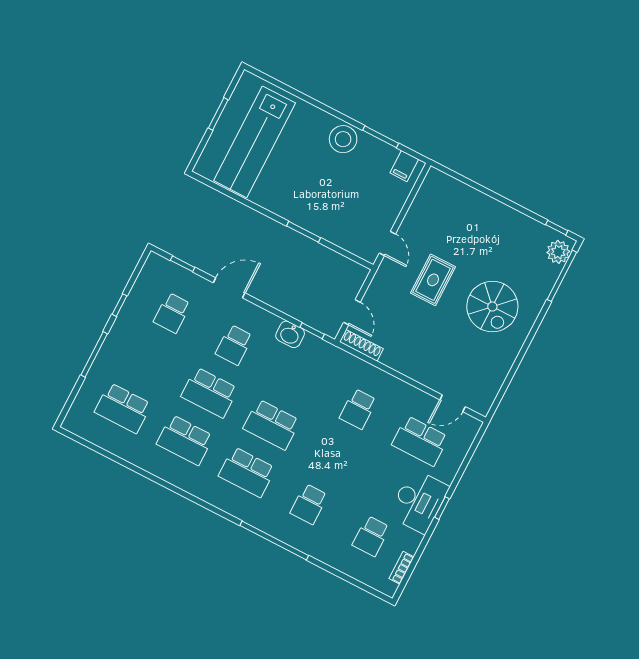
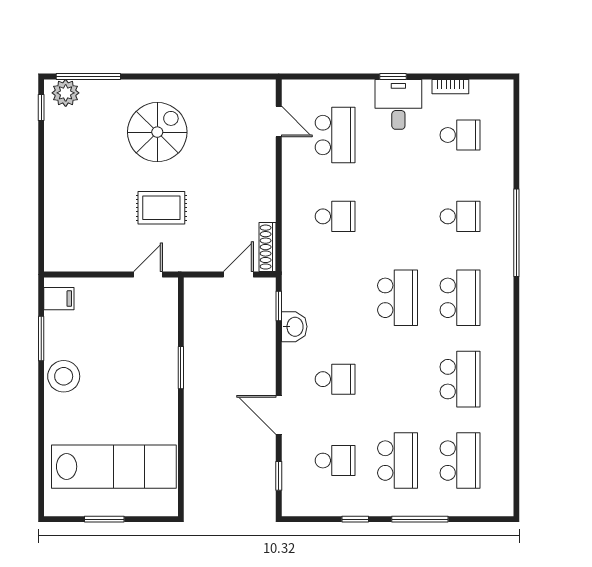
school desk: (210, 392) -> (398, 461), moved
desk: (419, 501) -> (398, 104), width x0.73
bookcase: (402, 568) -> (450, 87), moved

